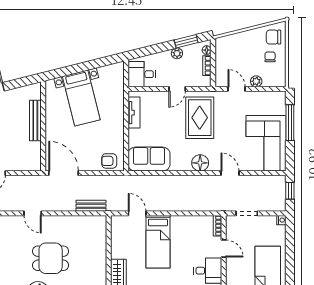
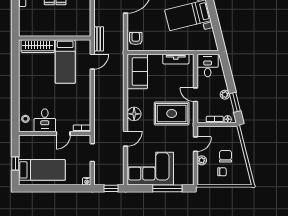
chair: (274, 37) -> (225, 156), moved
bench: (91, 206) -> (99, 39), moved
bed: (158, 242) -> (65, 62), moved, turned -90

